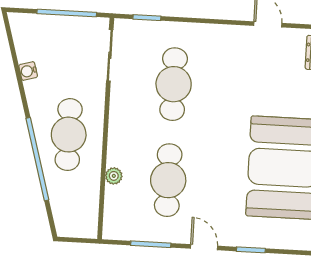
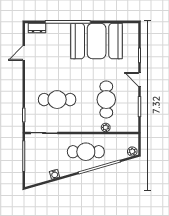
cafe table: (168, 180) -> (106, 100), turned 90
plant: (64, 225) -> (132, 152), added
door: (204, 247) -> (140, 79), hinge flipped

